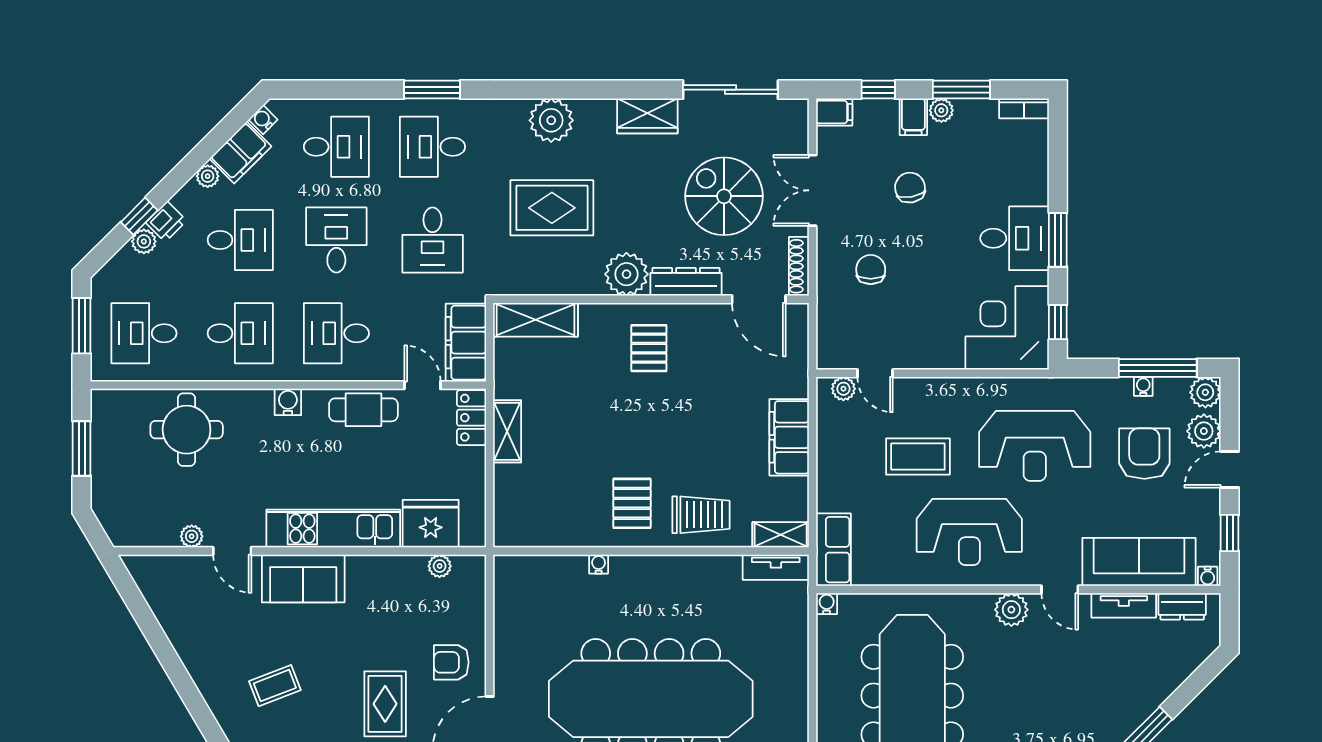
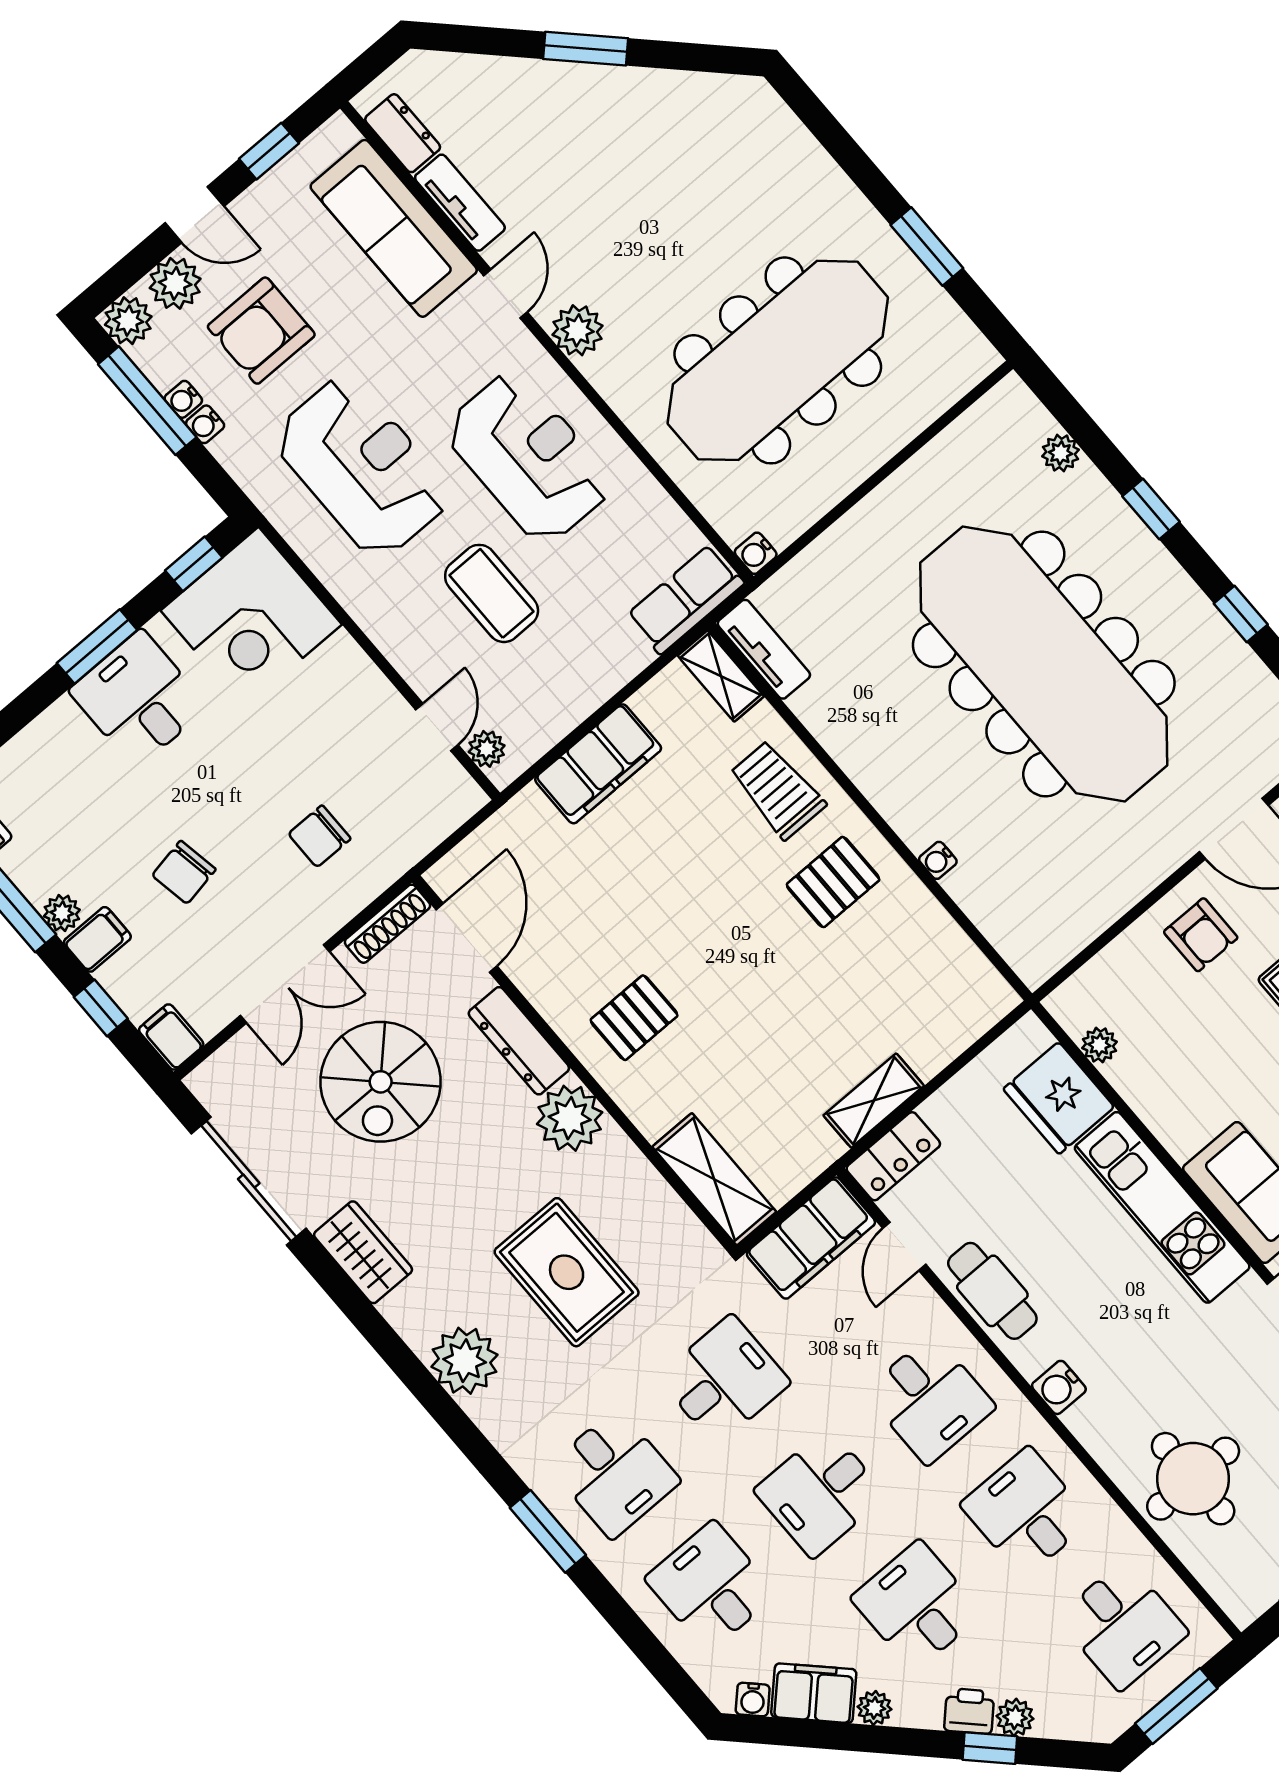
water cooler: (1208, 576) -> (205, 424), moved, turned 180

